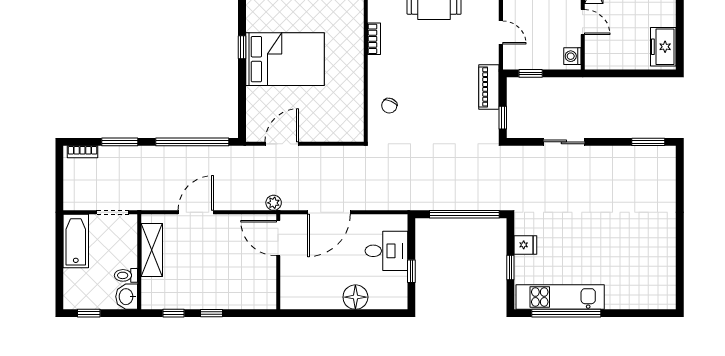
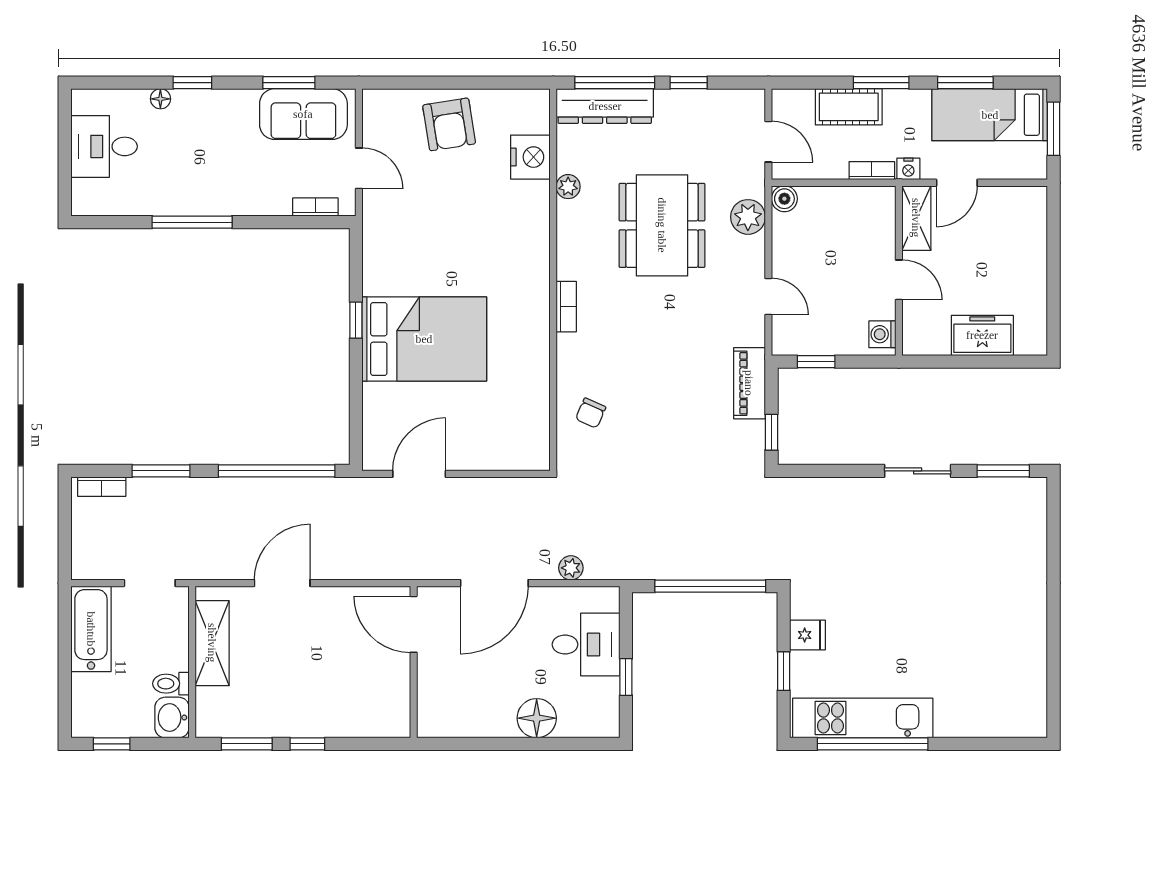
freezer: (663, 47) -> (982, 335), moved, turned 90
sliding door: (564, 142) -> (918, 471), moved
plant: (274, 203) -> (571, 568), moved
window: (173, 313) -> (247, 744), width x1.50

